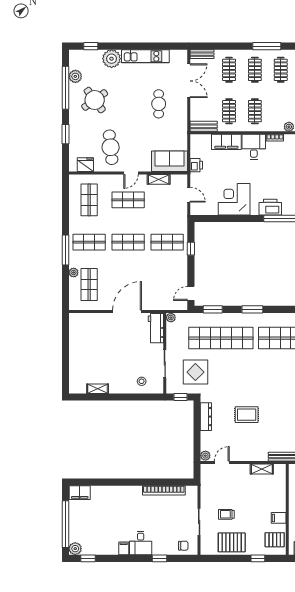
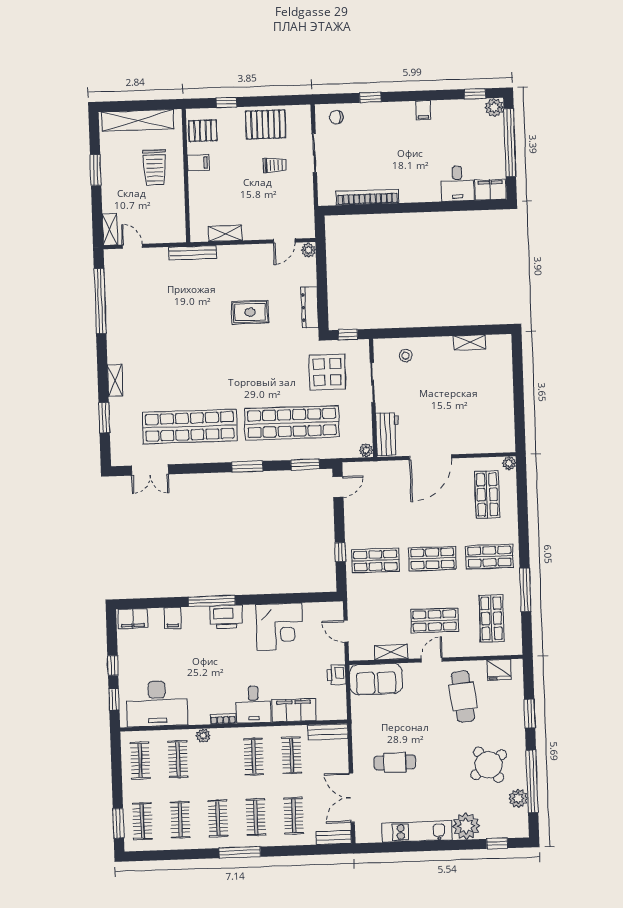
cafe table: (159, 104) -> (395, 762), turned 90
window: (65, 250) -> (525, 590), moved
plant: (74, 273) -> (509, 463), moved
desk: (141, 543) -> (457, 184), moved, turned 180

